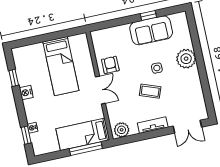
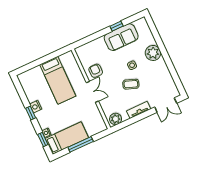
window: (14, 78) -> (31, 113), moved
bed: (83, 134) -> (67, 138), moved, turned 180
window: (86, 149) -> (81, 144), moved

